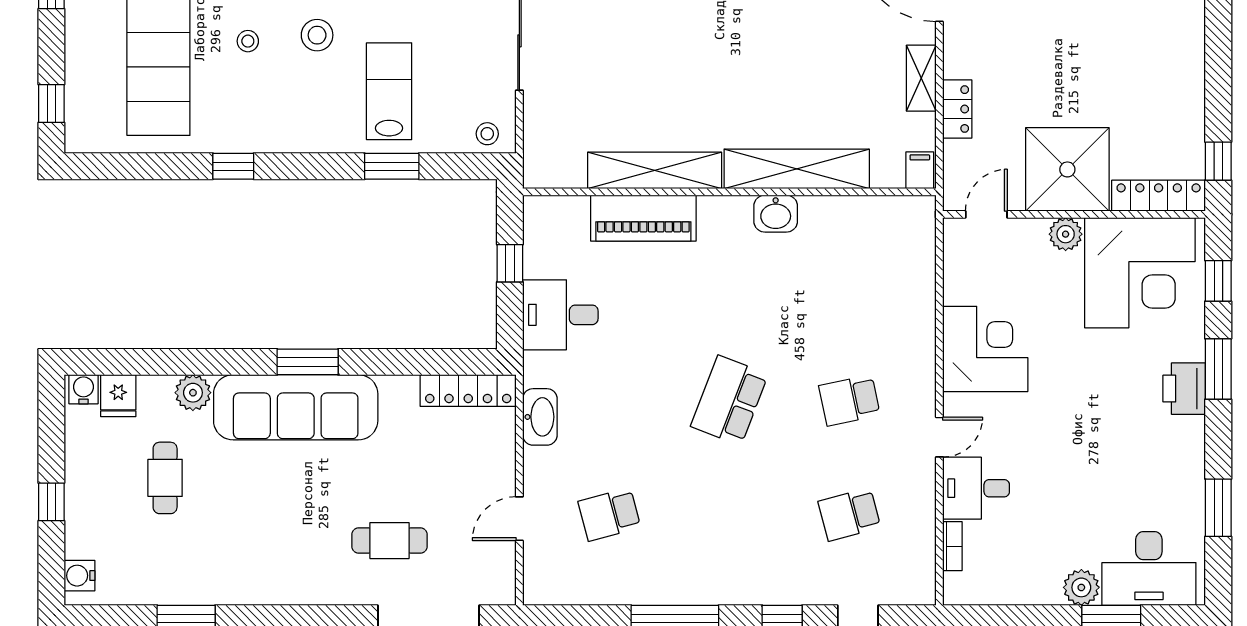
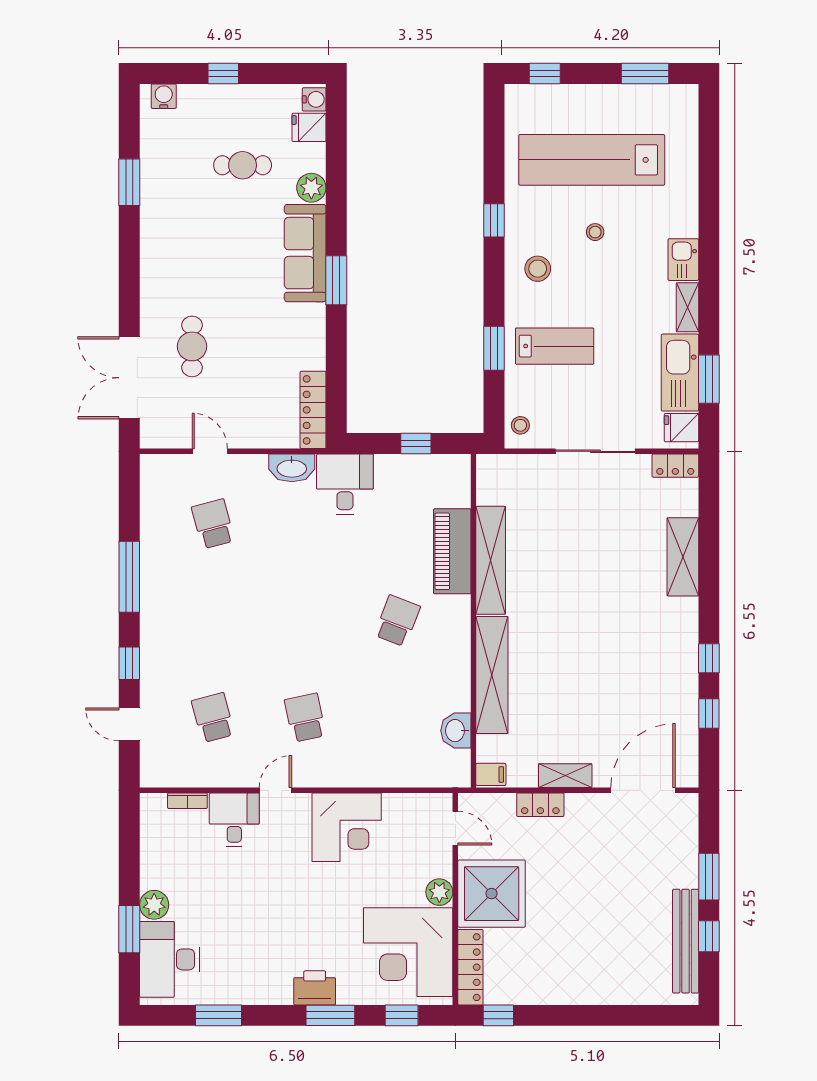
stool: (317, 35) -> (538, 269), moved
washbasin: (776, 214) -> (456, 731), moved
desk: (560, 315) -> (345, 484), moved
school desk: (729, 400) -> (397, 621), moved, width x0.54
sofa: (296, 407) -> (305, 253), width x0.74, depth x0.79
door: (939, 437) -> (275, 790), swing flipped

